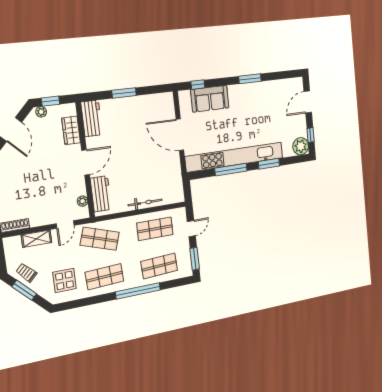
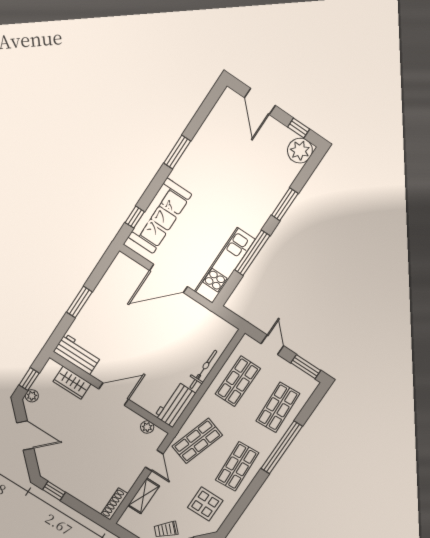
sofa: (210, 99) -> (160, 216), width x1.36
kitchen unit: (235, 157) -> (225, 265), width x0.54
door: (86, 162) -> (114, 394), hinge flipped
workbench: (101, 194) -> (175, 405), moved, turned -90

